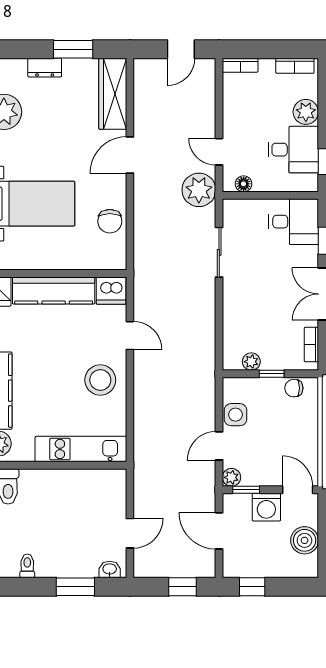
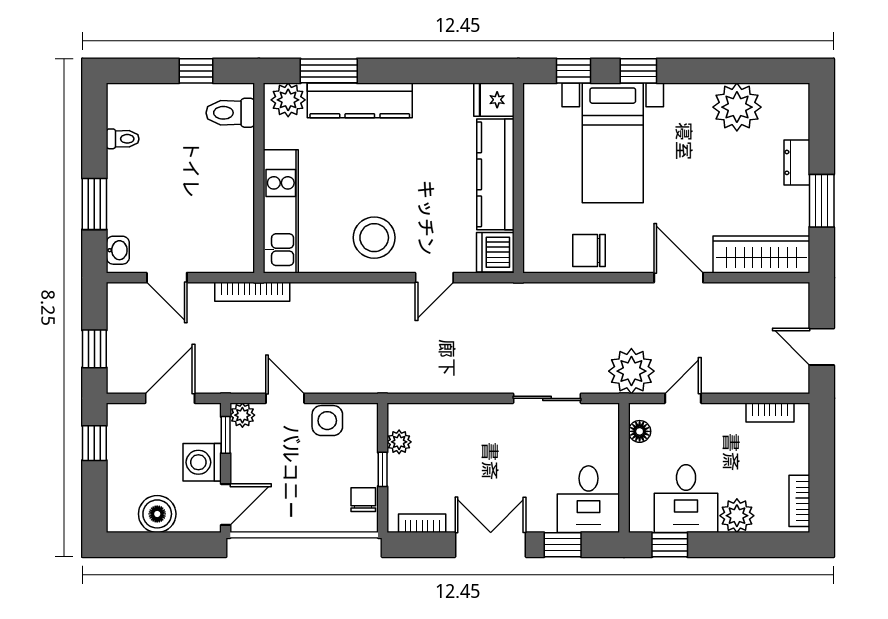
bookcase: (240, 65) -> (770, 412), moved, turned -90
bookcase: (140, 470) -> (252, 292), added

